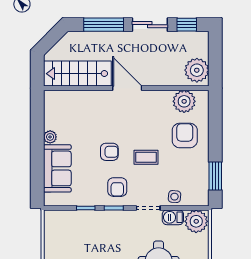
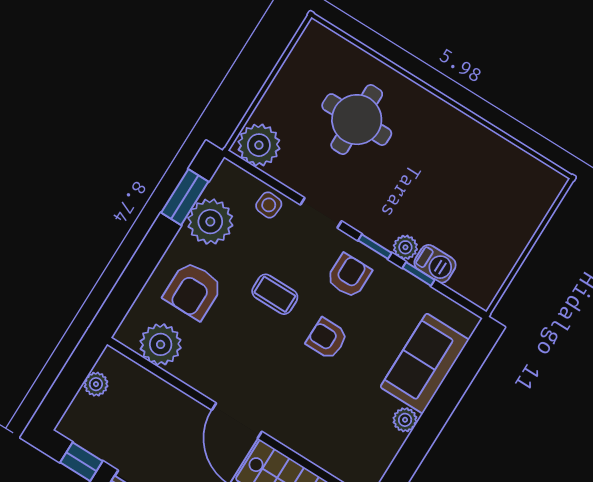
plant: (197, 70) -> (96, 384), width x0.53, depth x0.53
plant: (197, 172) -> (210, 222), added
plant: (99, 216) -> (405, 247), added
barbecue: (173, 217) -> (435, 264), moved

